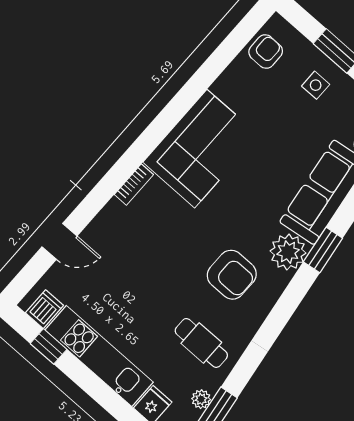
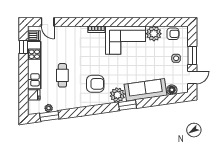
plant: (234, 86) -> (154, 34), added
door: (59, 241) -> (48, 22), moved
armchair: (232, 275) -> (95, 84), turned -90
cafe table: (201, 343) -> (62, 75), moved

